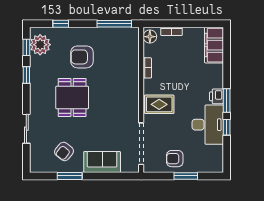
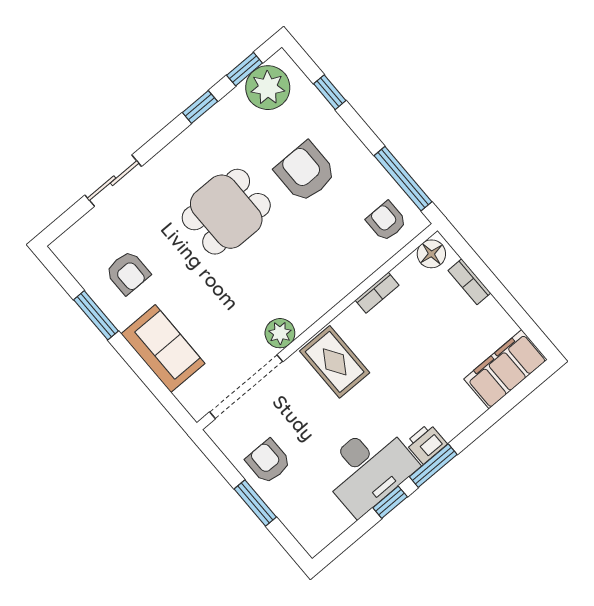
armchair: (124, 43) -> (386, 221), added
plant: (132, 115) -> (280, 333), added
armchair: (64, 151) -> (128, 273), turned -129

